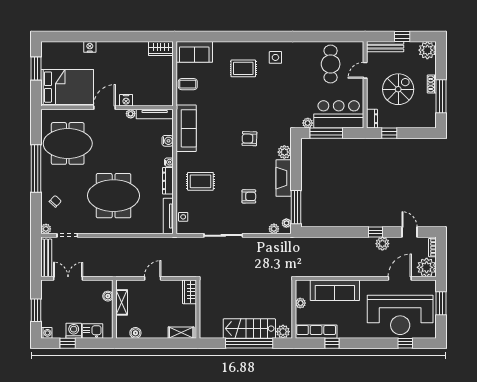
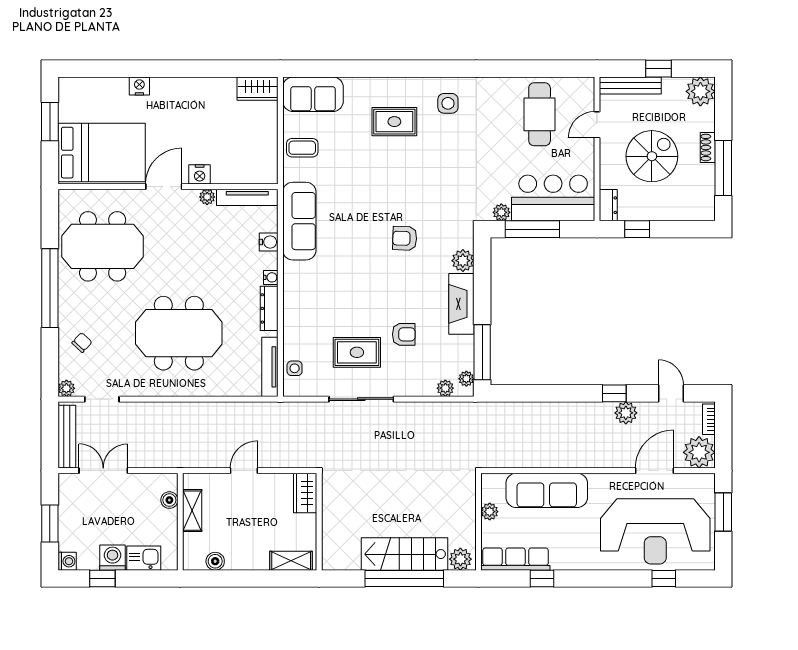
rug: (200, 181) -> (357, 352), moved

